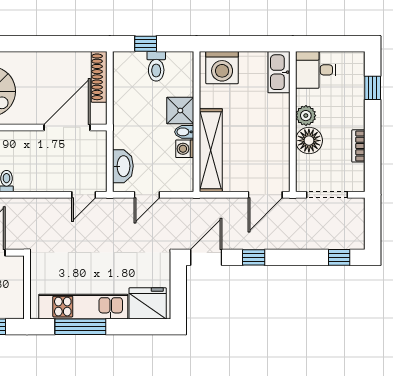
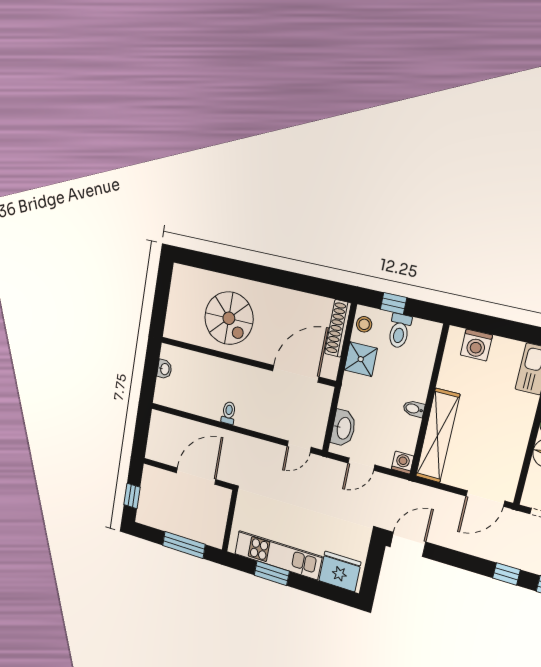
stool: (123, 68) -> (364, 324), added
washing machine: (222, 68) -> (476, 345), width x0.73, depth x0.73
shower: (180, 111) -> (361, 359), moved
washing machine: (185, 149) -> (403, 463), moved, turned 90
window: (254, 257) -> (507, 574), moved
window: (80, 327) -> (272, 573), width x0.69

